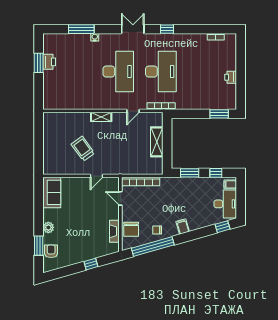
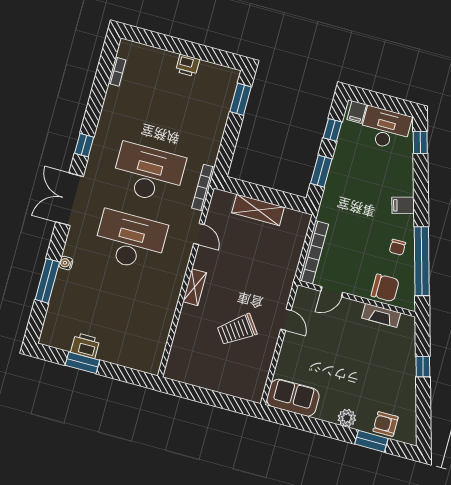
double door: (133, 29) -> (69, 199), width x1.37

